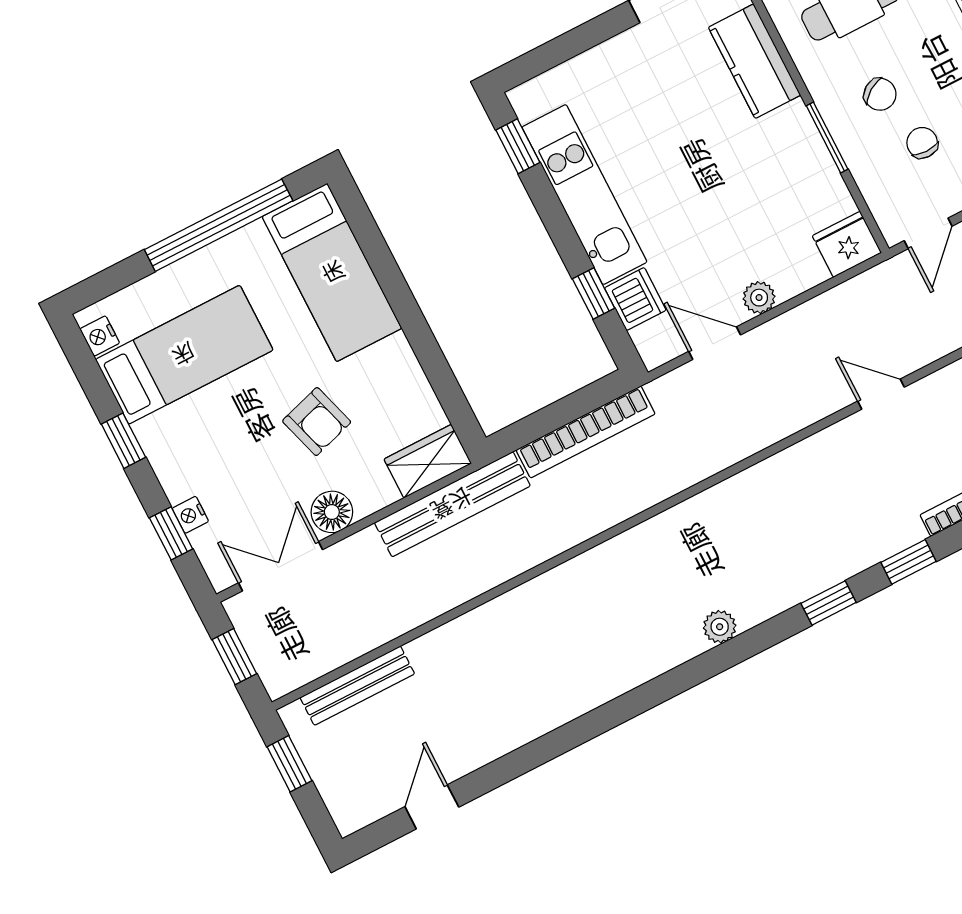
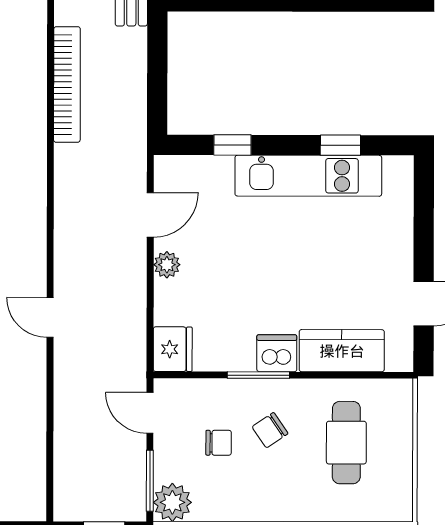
window: (518, 146) -> (340, 145), moved
dishwasher: (635, 299) -> (277, 353), moved, turned 180
door: (881, 394) -> (50, 317), swing flipped
bookcase: (586, 432) -> (67, 85), moved, turned 180

